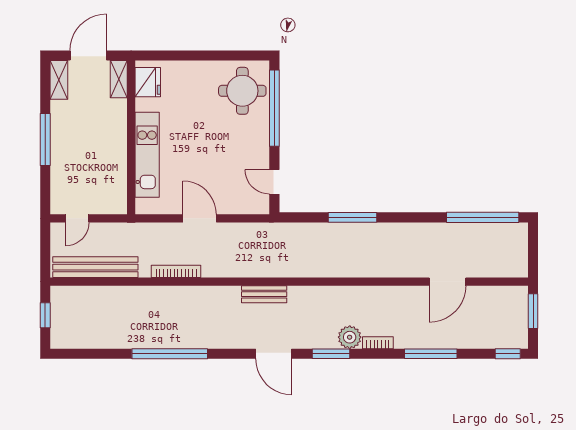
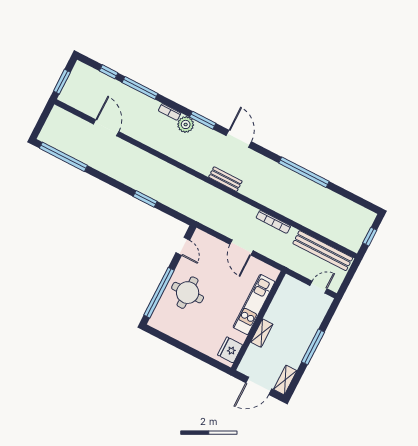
shelving: (119, 79) -> (262, 333), moved
round table: (242, 91) -> (188, 293), moved
window: (352, 217) -> (145, 199), width x0.69
door: (447, 282) -> (106, 128), hinge flipped
window: (508, 354) -> (109, 72), moved

